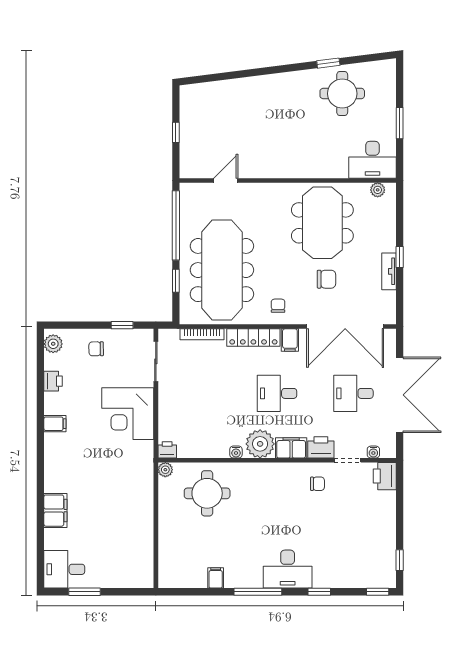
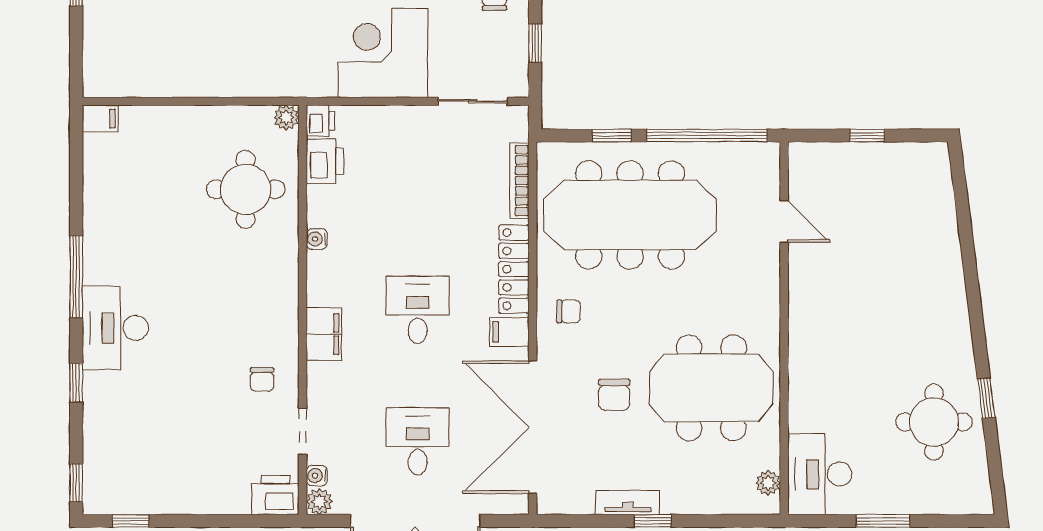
plant: (260, 444) -> (319, 502), moved, width x0.53, depth x0.53
printer: (321, 447) -> (325, 161), moved
filing cabinet: (216, 578) -> (100, 119), moved

